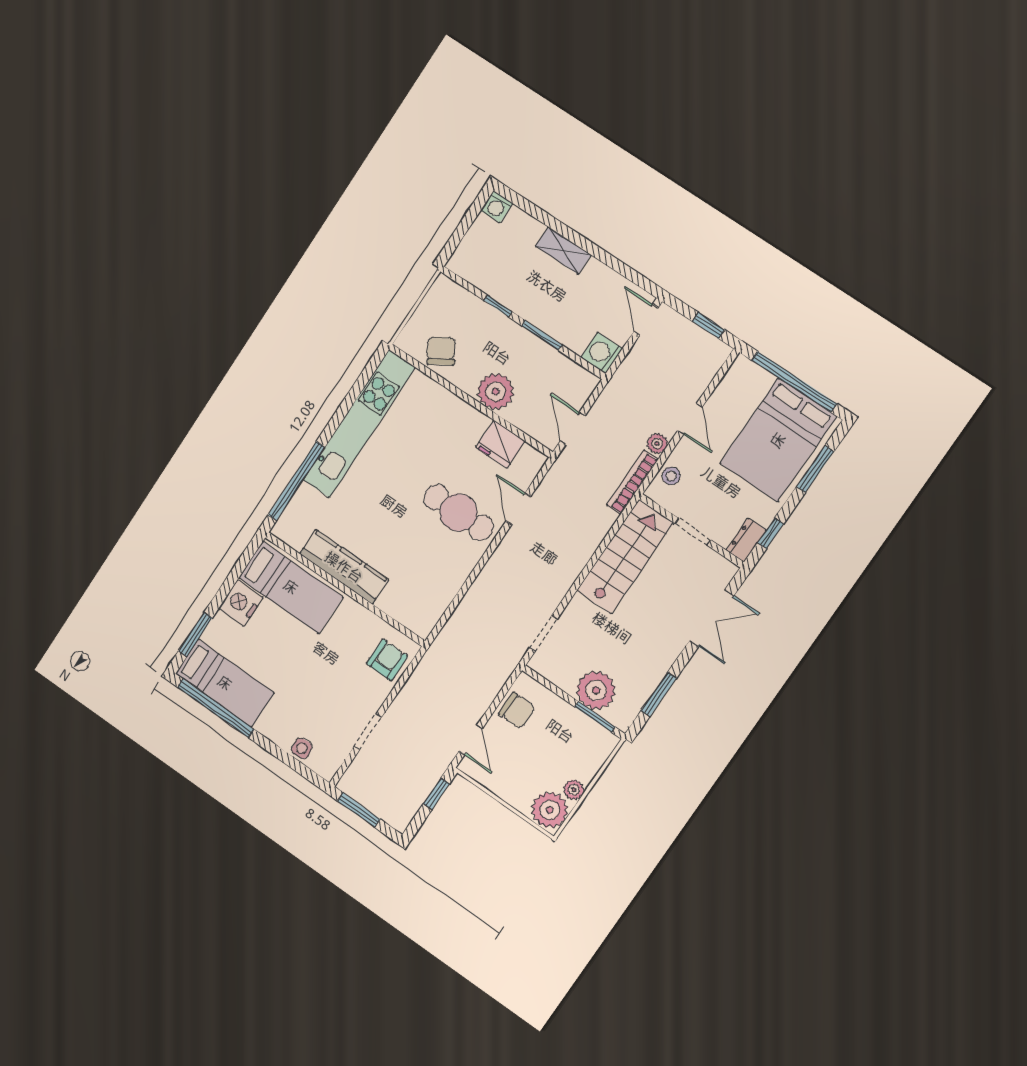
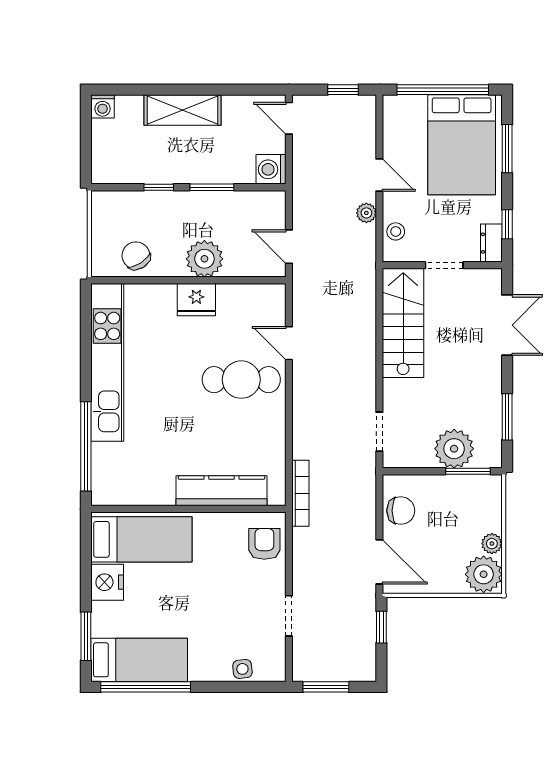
shelving: (563, 250) -> (182, 110), width x1.50, depth x1.33
fridge: (500, 444) -> (196, 300), moved
bookcase: (632, 482) -> (300, 493), moved, turned 180
kitchen counter: (344, 567) -> (222, 491), moved
door: (471, 740) -> (379, 562), width x1.38

